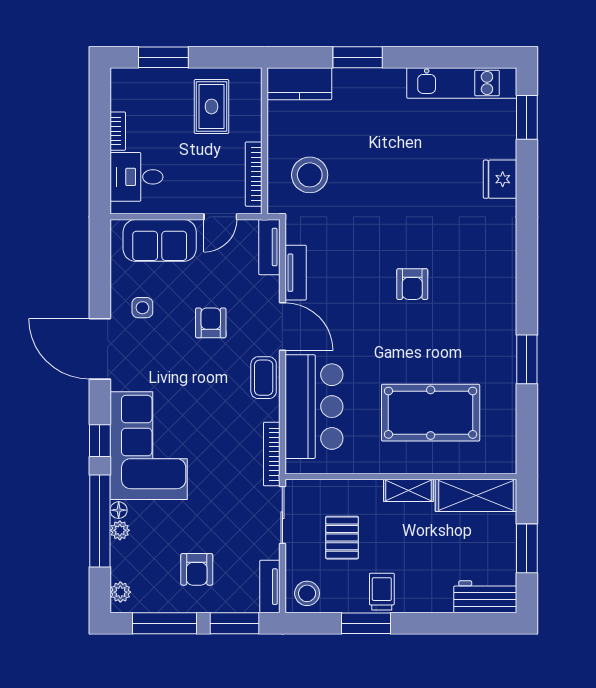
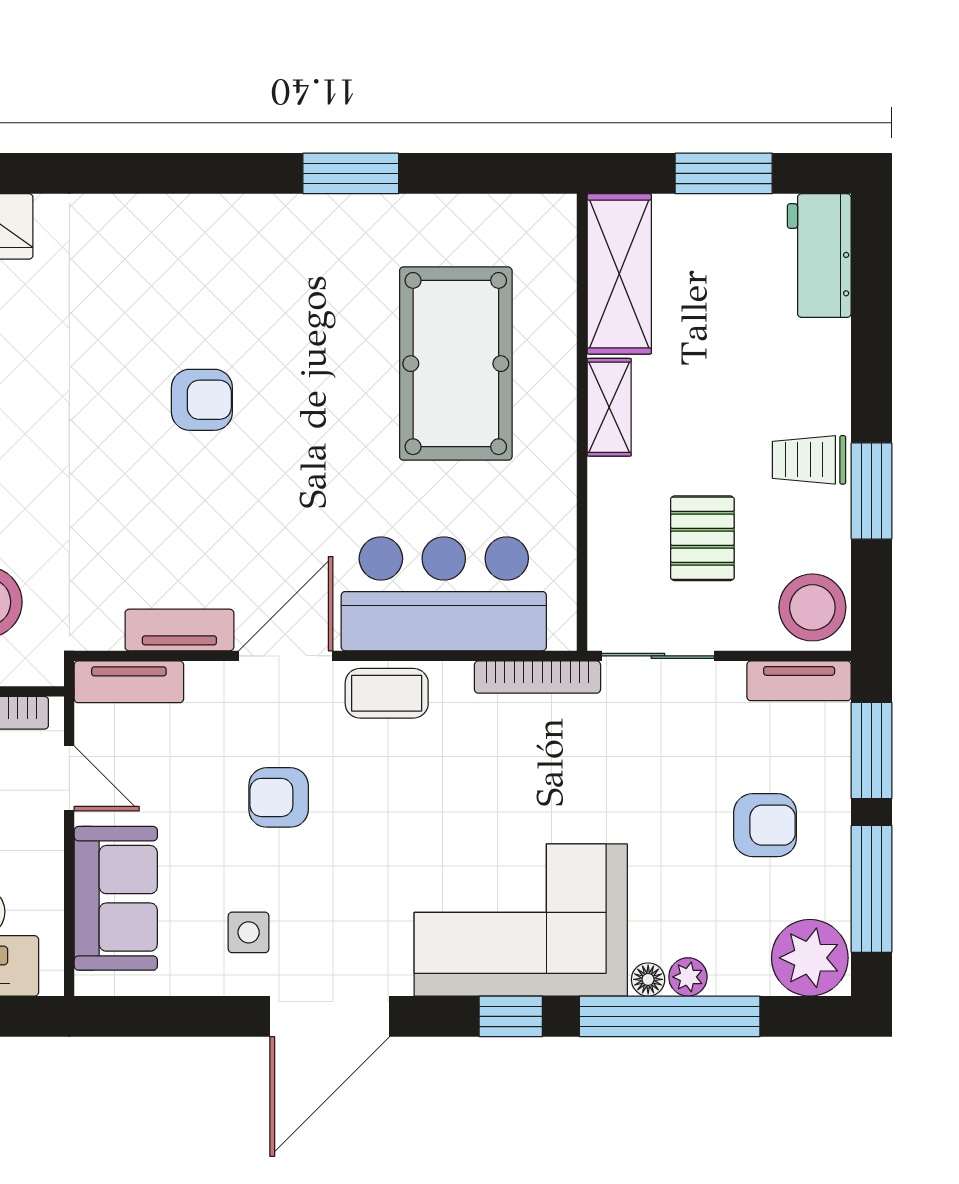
pallet: (342, 538) -> (702, 538), turned 90
plant: (120, 592) -> (810, 958), width x1.88, depth x1.88
stool: (307, 593) -> (812, 607), width x1.38, depth x1.38

